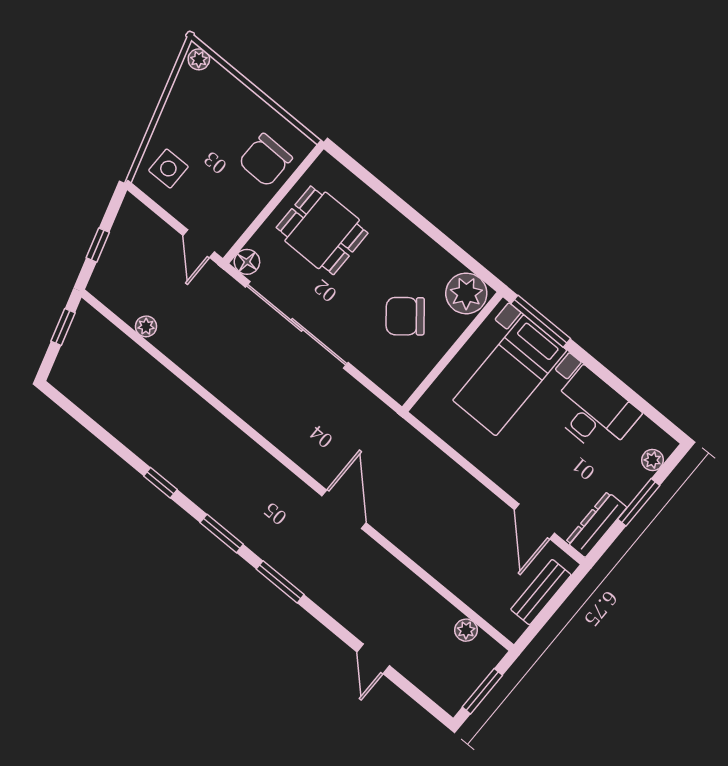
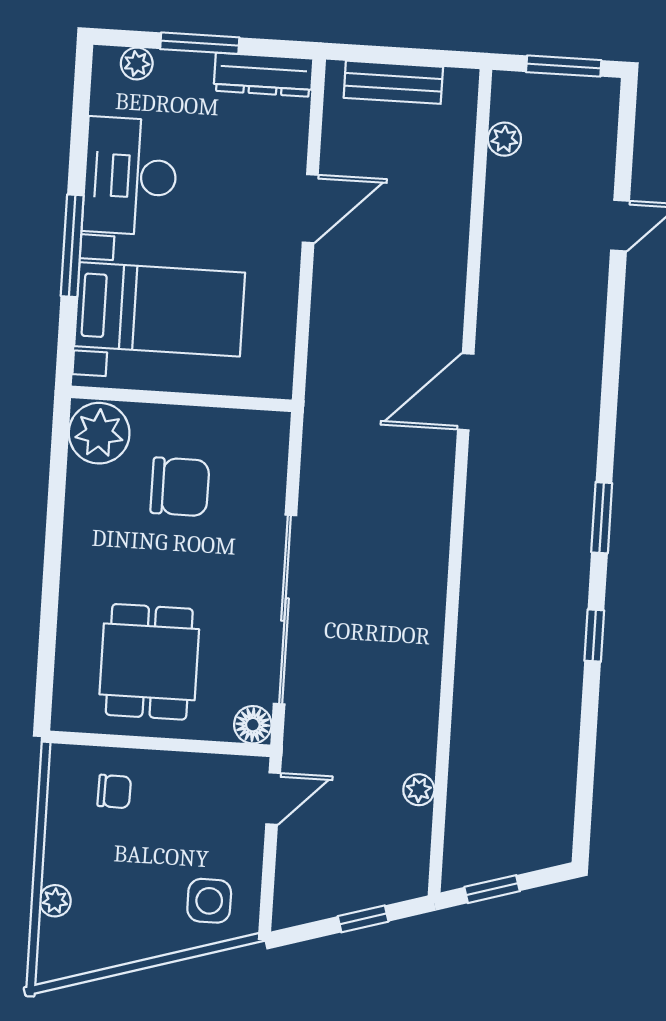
plant: (199, 59) -> (55, 901), moved
chair: (265, 160) -> (114, 791), width x0.54, depth x0.54
chair: (405, 316) -> (180, 487), turned -51
window: (541, 321) -> (72, 246), moved
door: (534, 521) -> (310, 209), moved
window: (280, 582) -> (609, 405), removed

